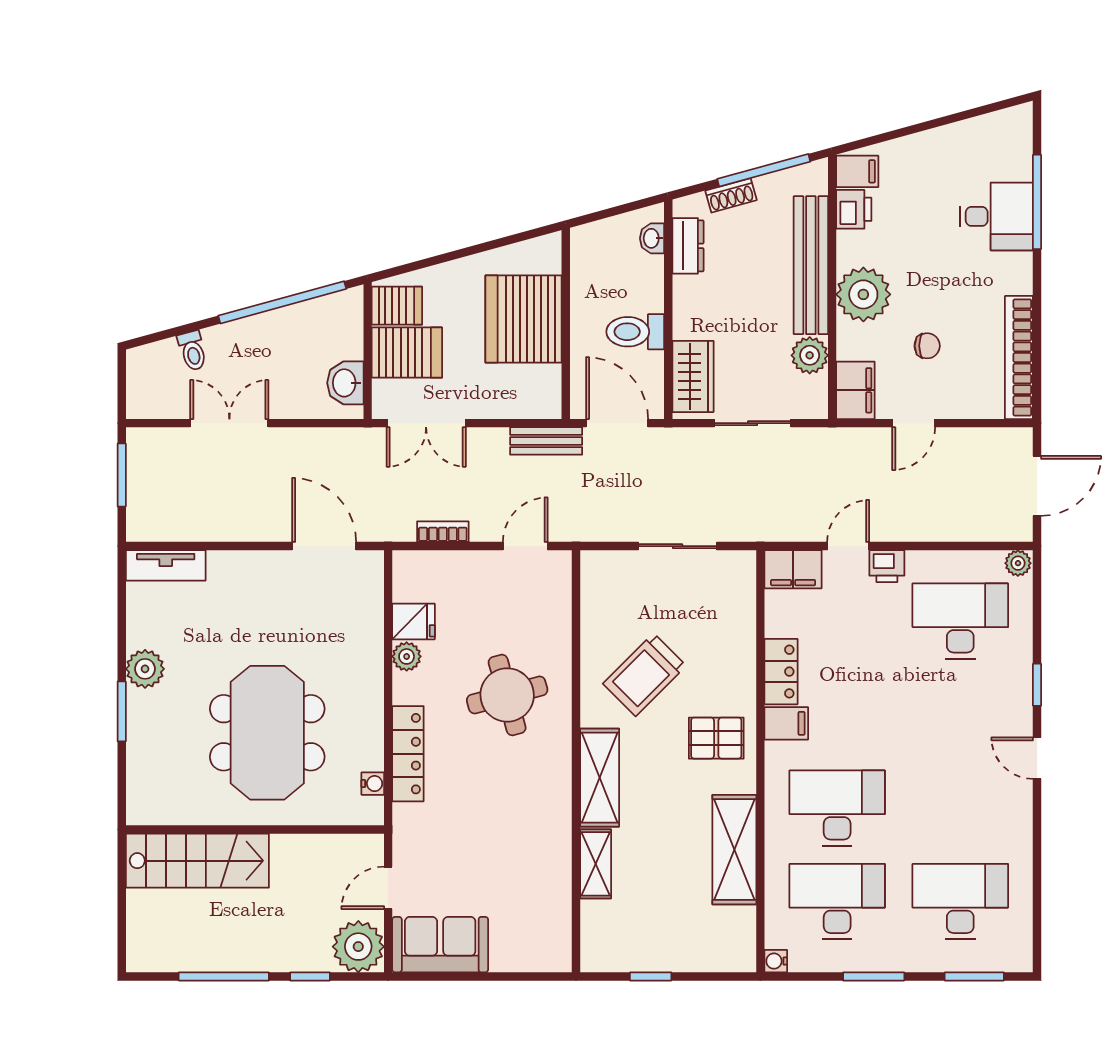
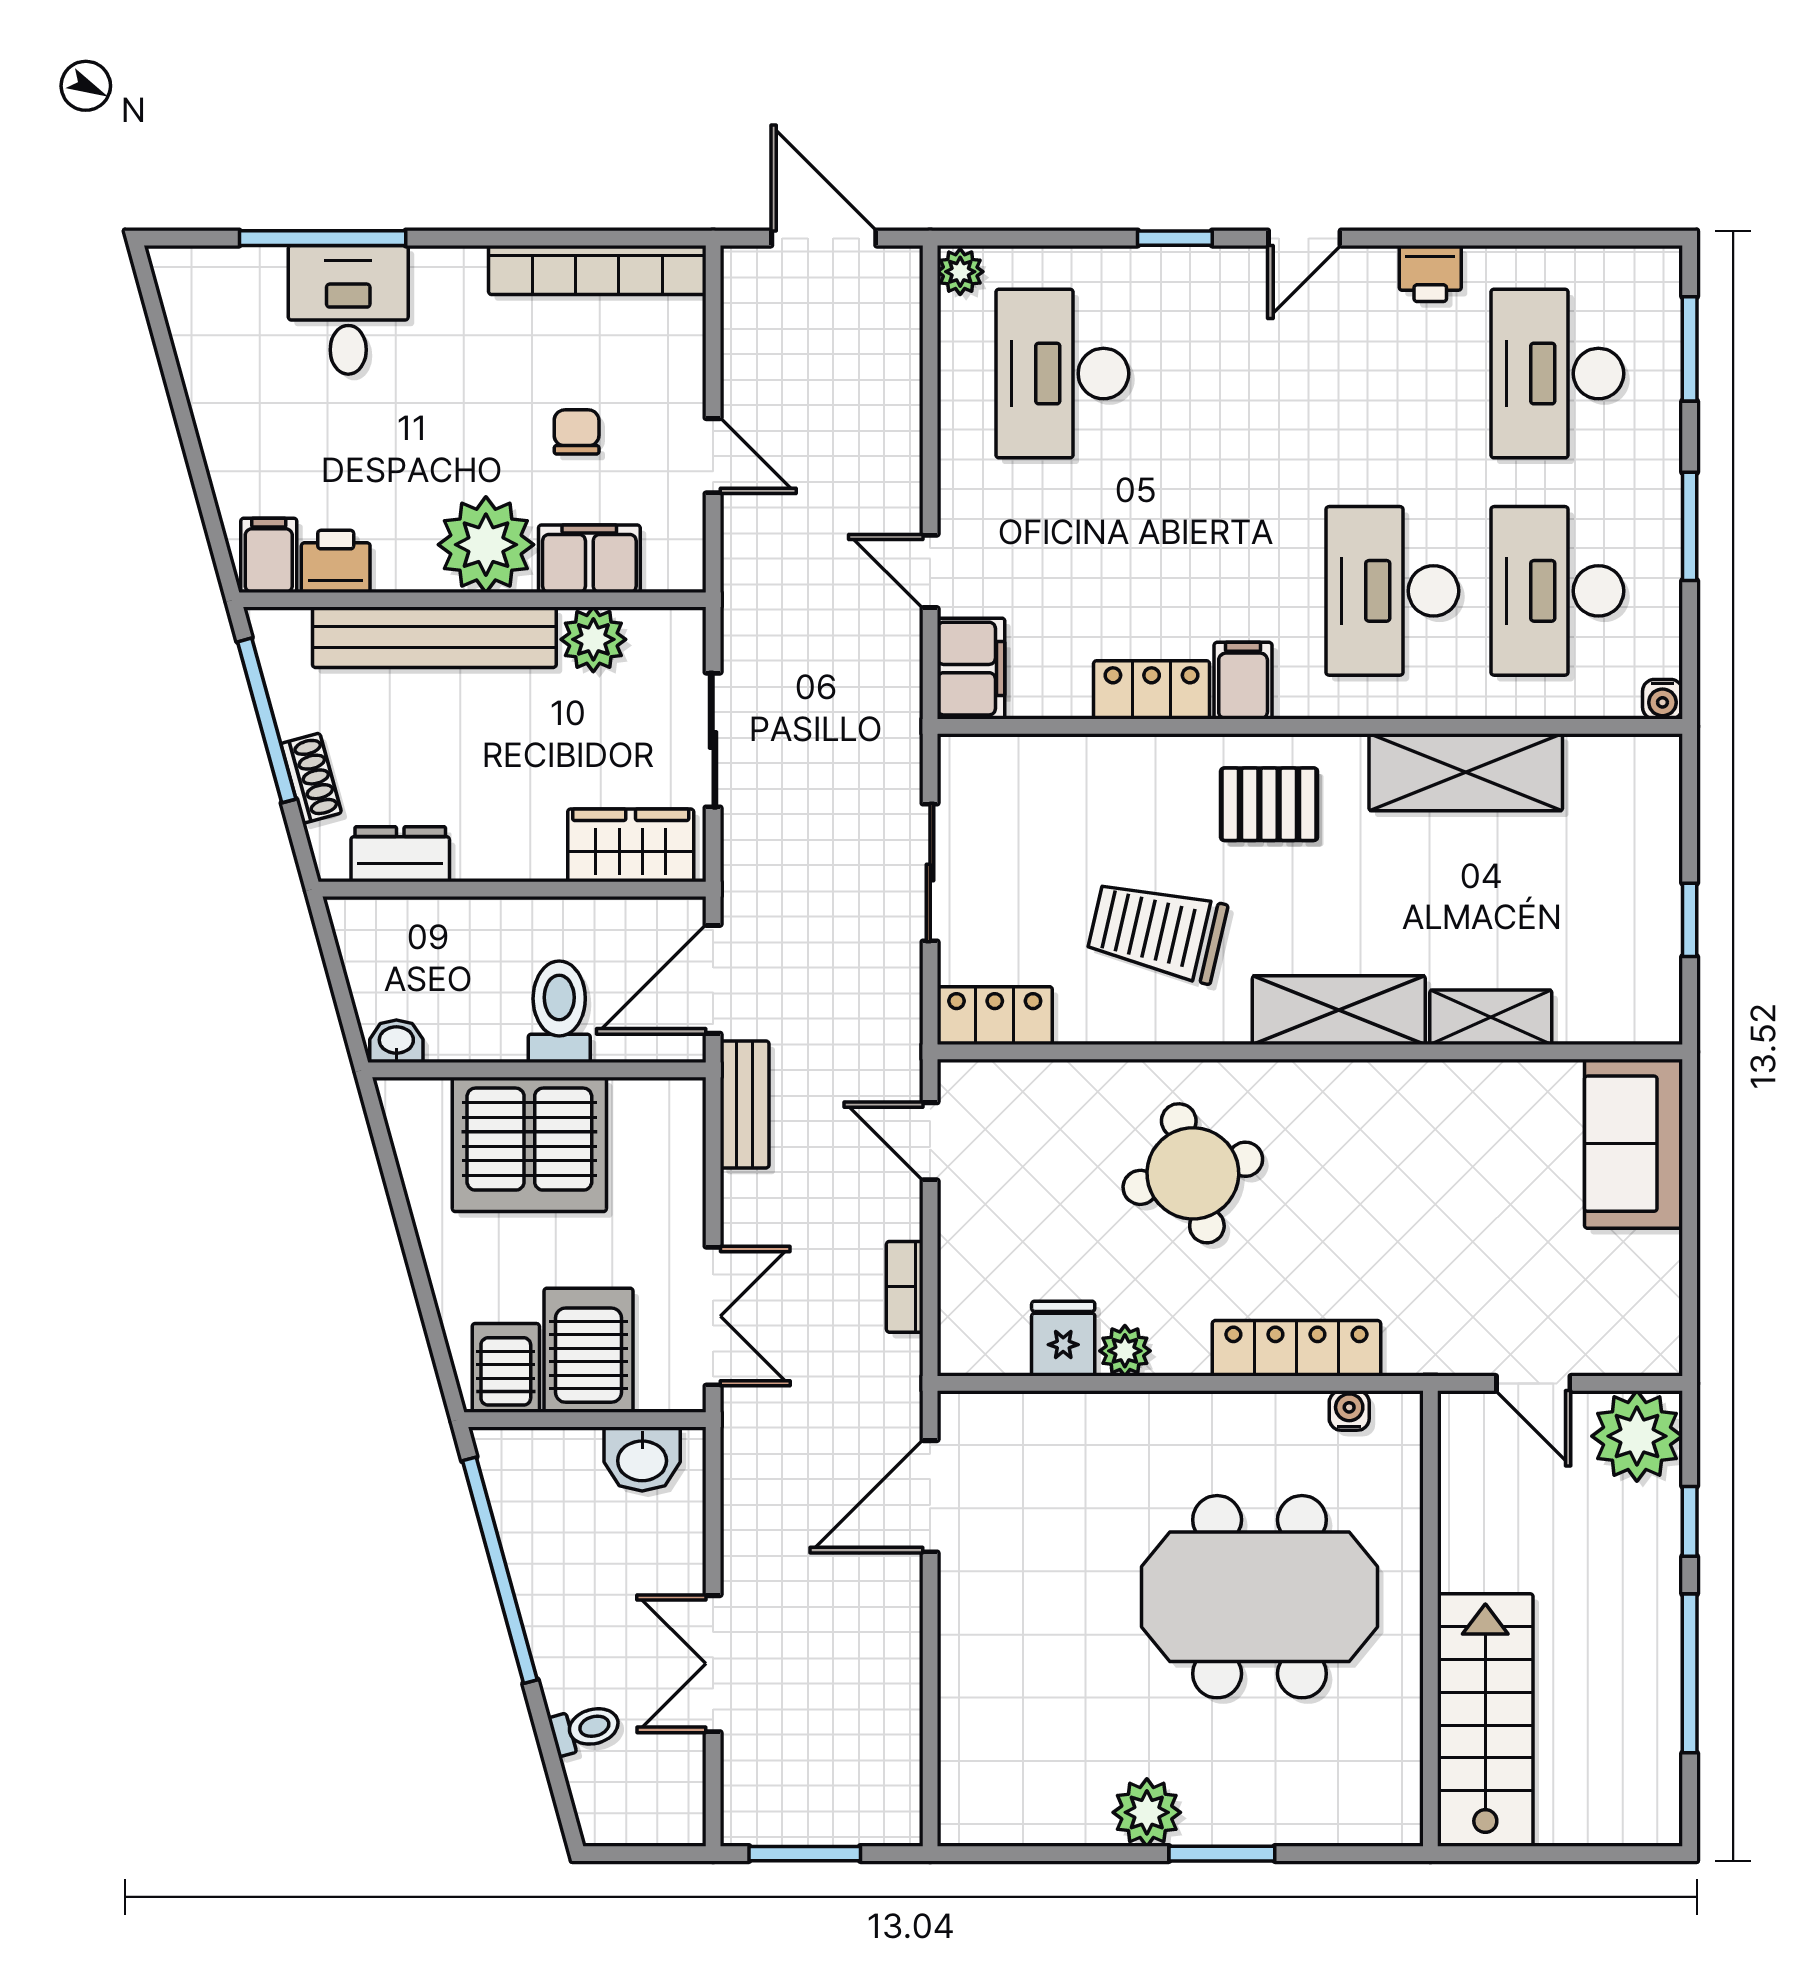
washbasin: (652, 238) -> (396, 1041), moved, turned 180
toilet: (635, 332) -> (559, 1012), moved, turned 180
filing cabinet: (855, 390) -> (589, 559), moved
tv unit: (166, 565) -> (964, 1776), removed
printer: (887, 566) -> (1430, 273), moved, turned 90
locker: (596, 583) -> (995, 1016), added
trolley: (645, 675) -> (1157, 931), turned 148
pallet: (716, 738) -> (1269, 804), turned 90
sofa: (440, 945) -> (1633, 1144), moved

